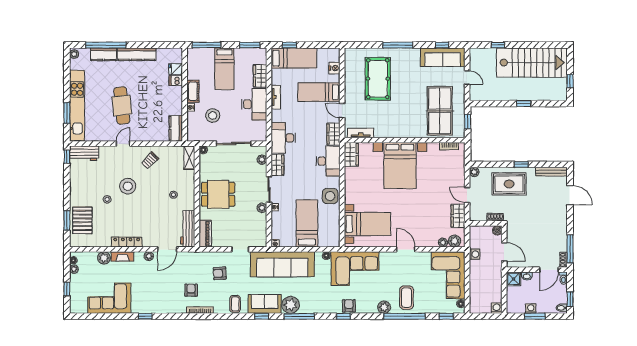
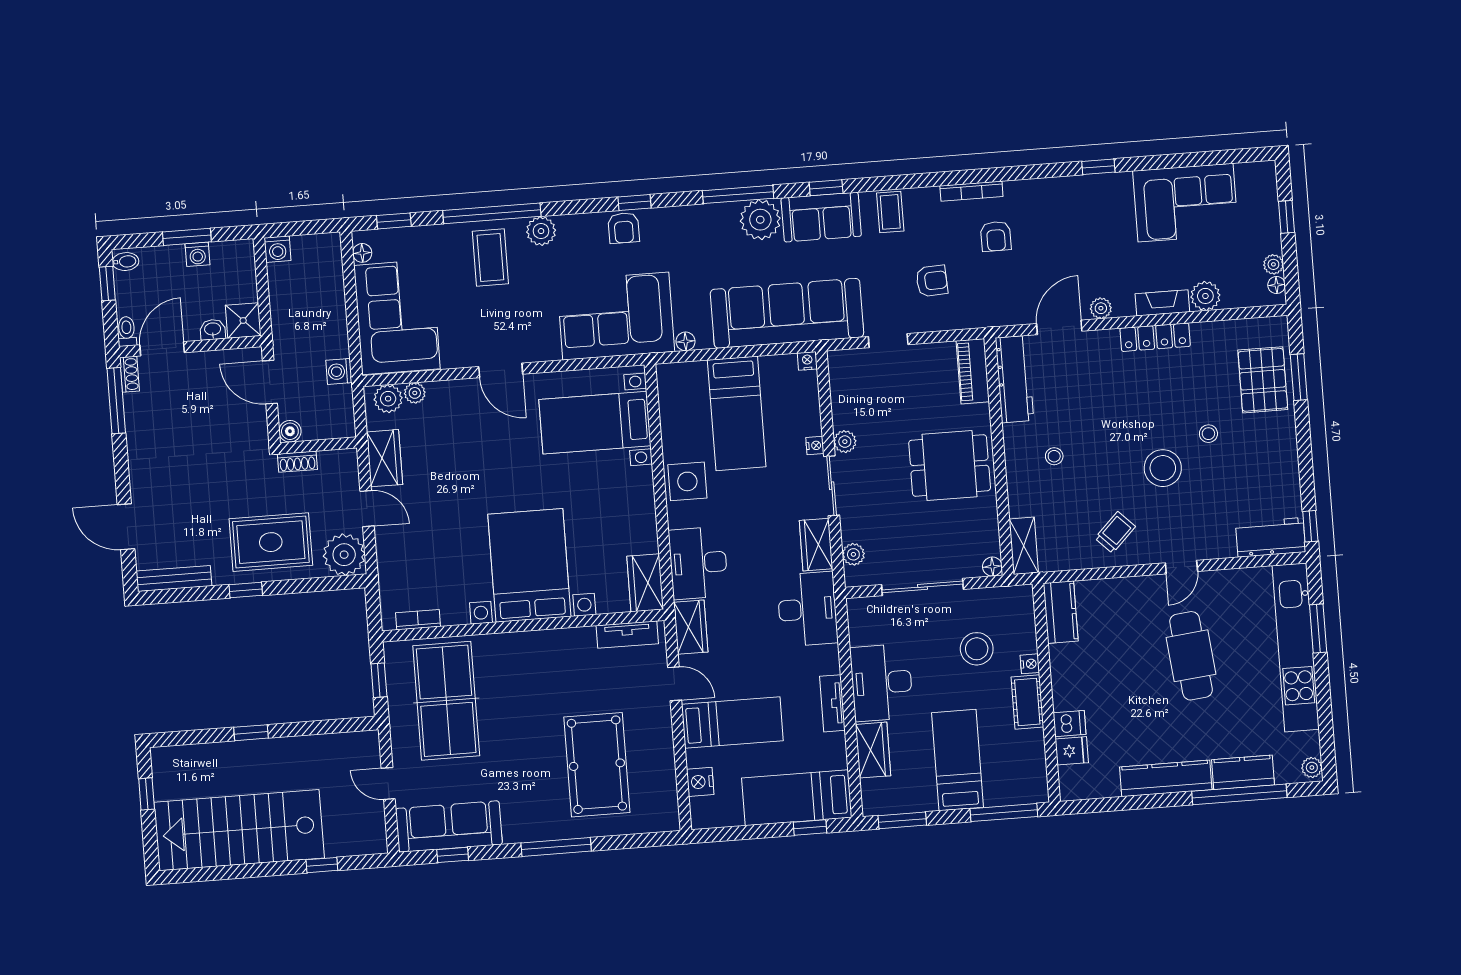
plant: (474, 172) -> (344, 555), width x1.87, depth x1.87

